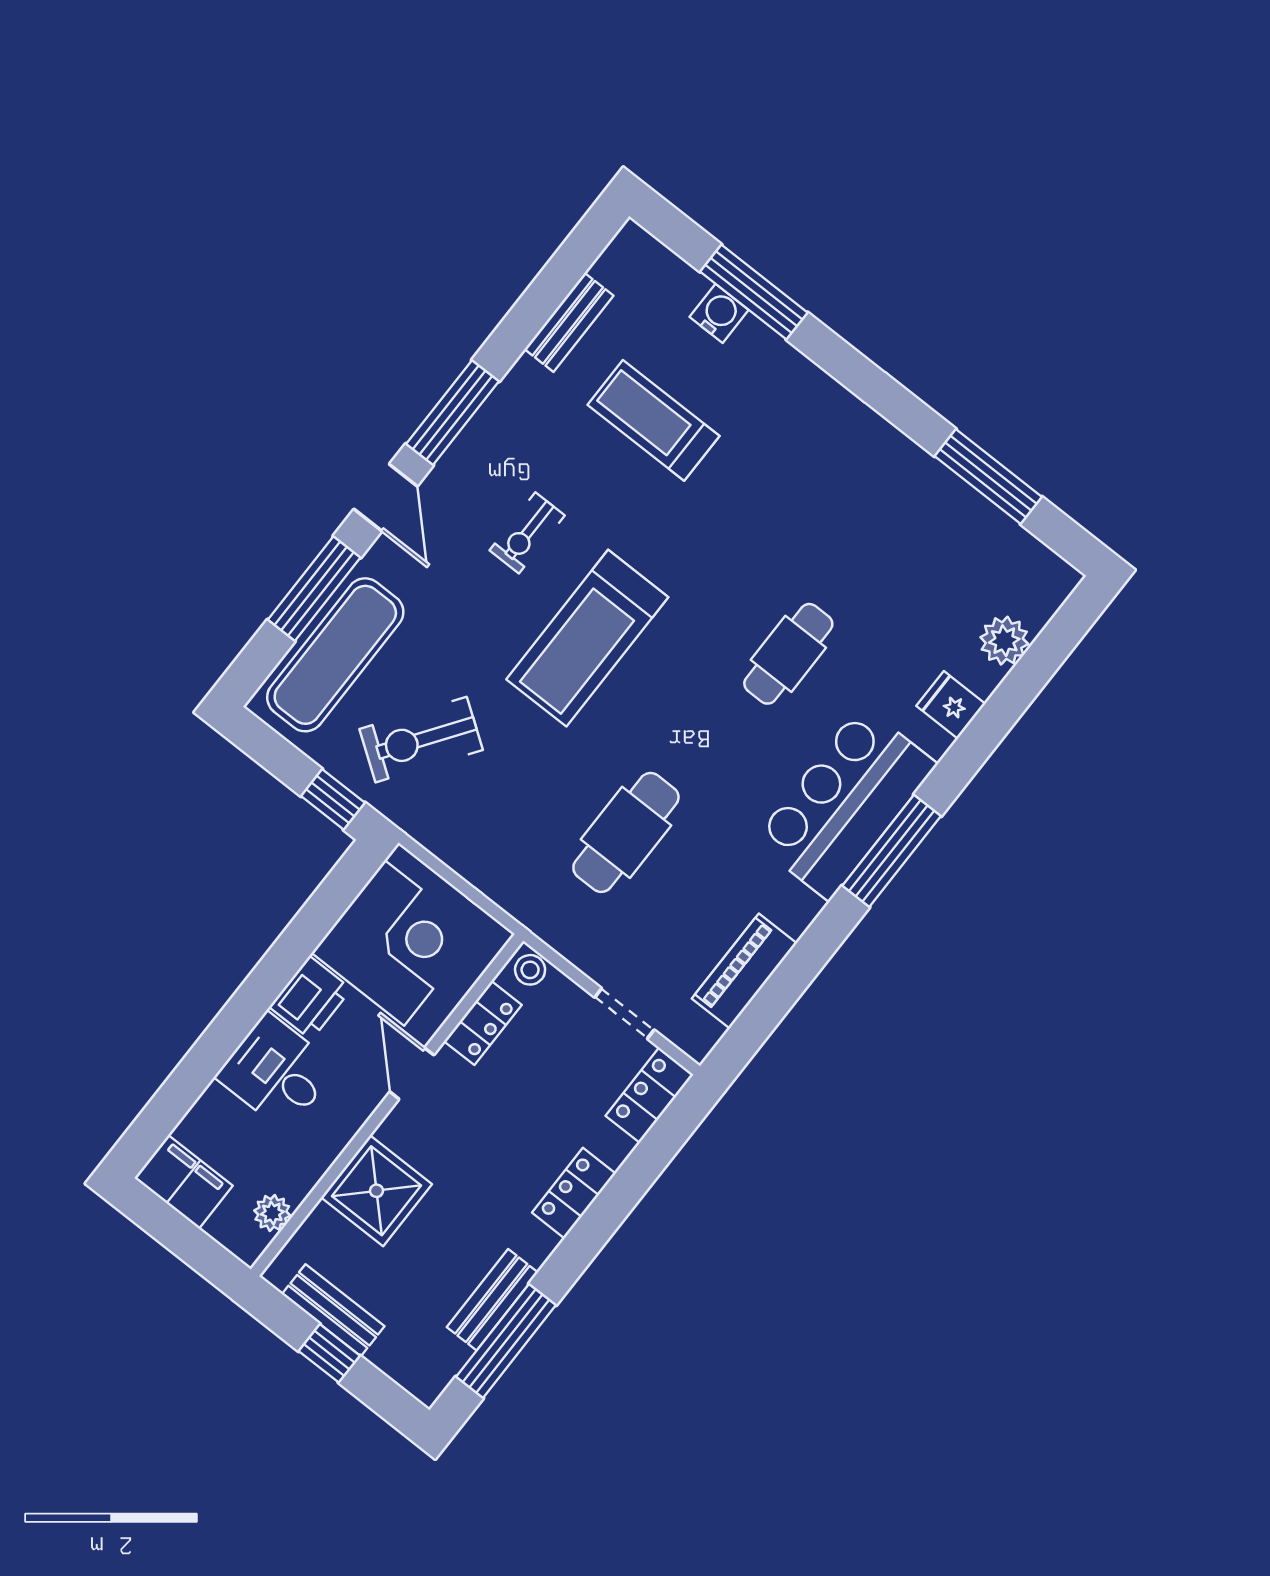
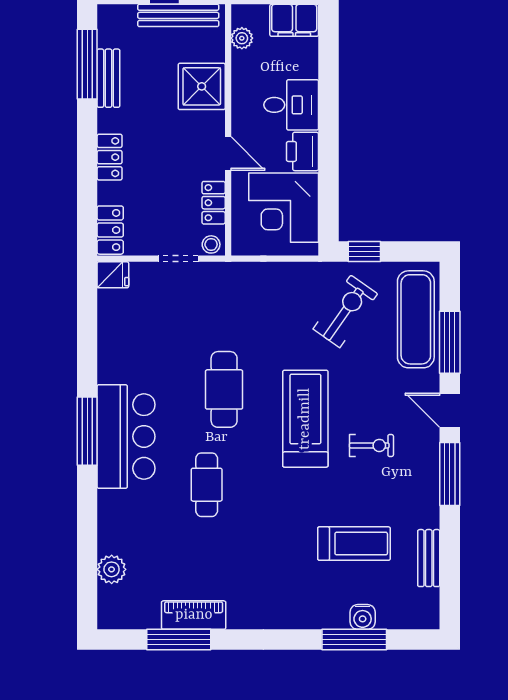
exercise bike: (527, 533) -> (371, 445), turned 90
fridge: (951, 705) -> (113, 275), moved
cafe table: (626, 832) -> (224, 389), moved
piano: (744, 971) -> (194, 615), moved, turned -90
doorway: (624, 1014) -> (178, 259), moved
bench: (333, 1310) -> (178, 15), width x1.36

